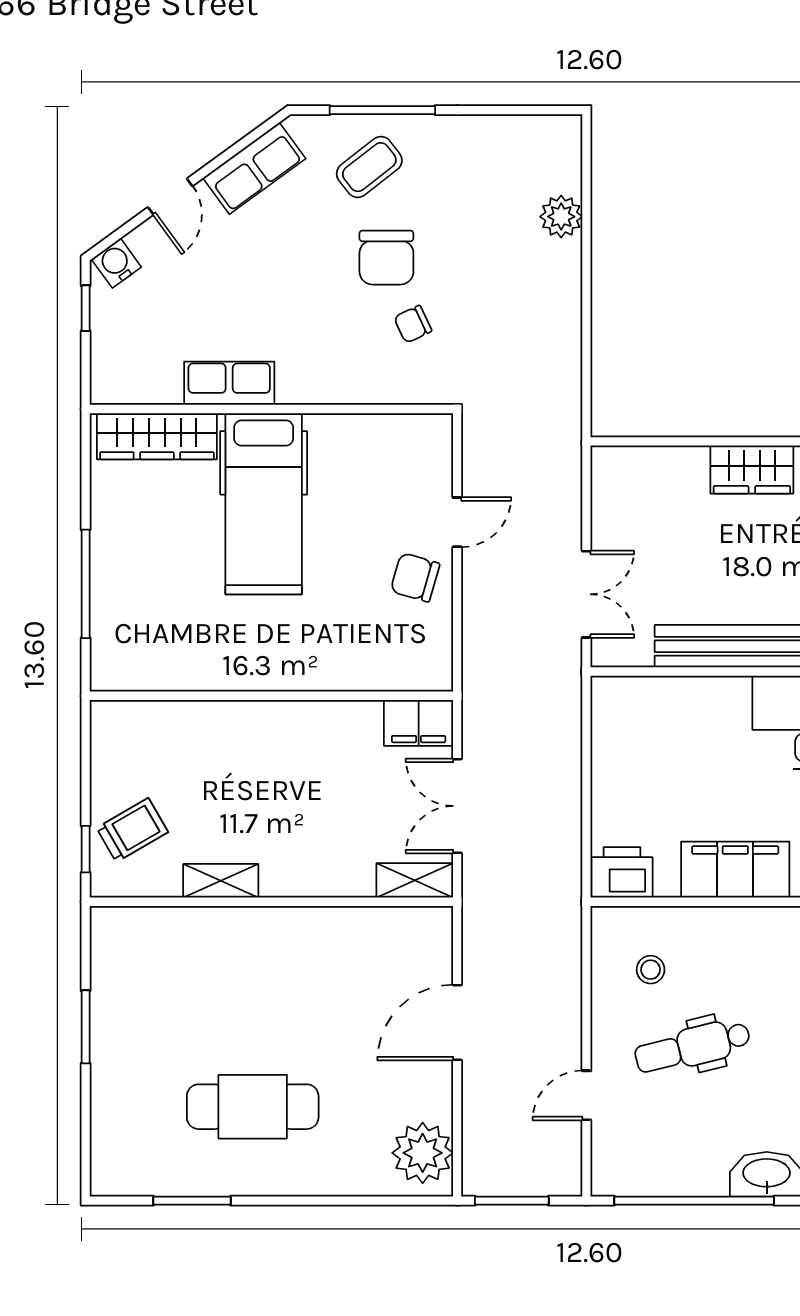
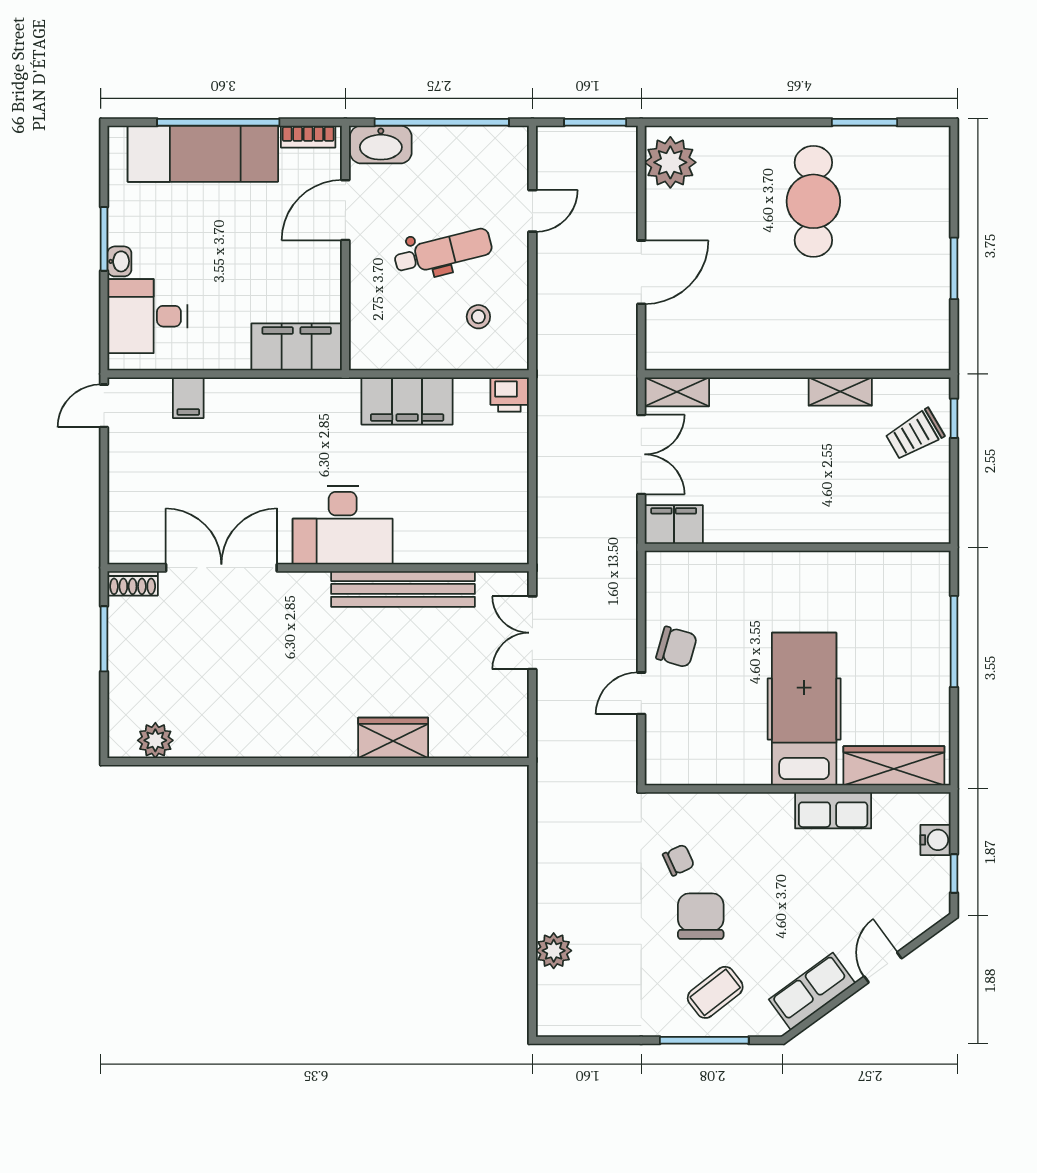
water cooler: (116, 263) -> (935, 840), moved, turned -54
printer: (622, 872) -> (509, 394), width x0.73, depth x0.81
cafe table: (253, 1107) -> (813, 201), turned 90

